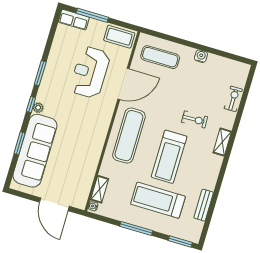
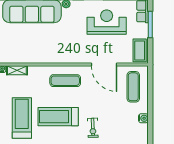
reception desk: (90, 72) -> (107, 22), moved
exercise mat: (129, 136) -> (65, 81), width x0.73, depth x0.69

